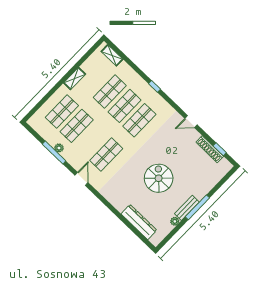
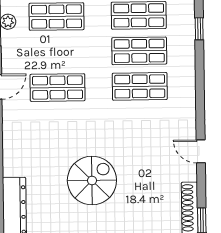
window: (155, 86) -> (199, 29), moved

